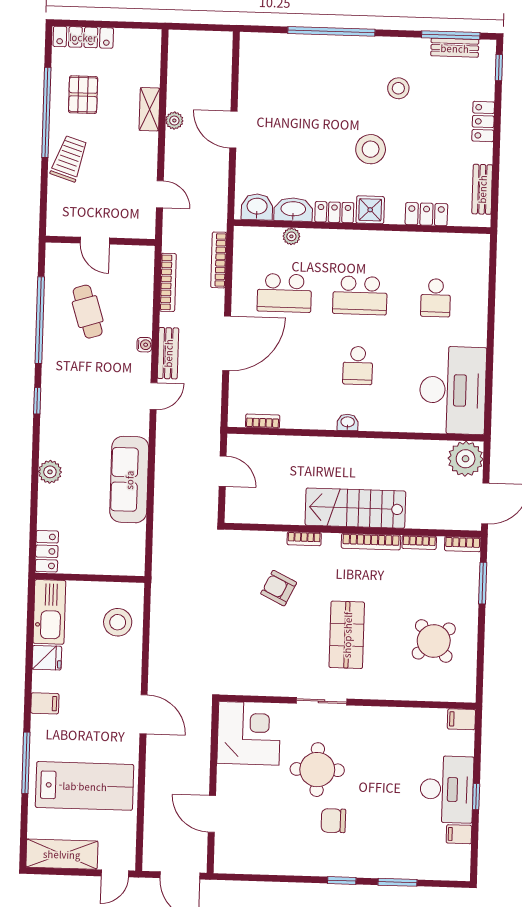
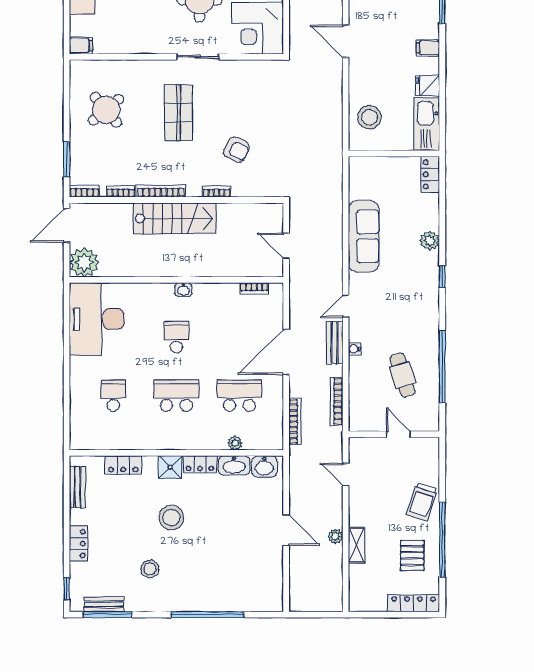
window: (37, 401) -> (442, 277), moved

